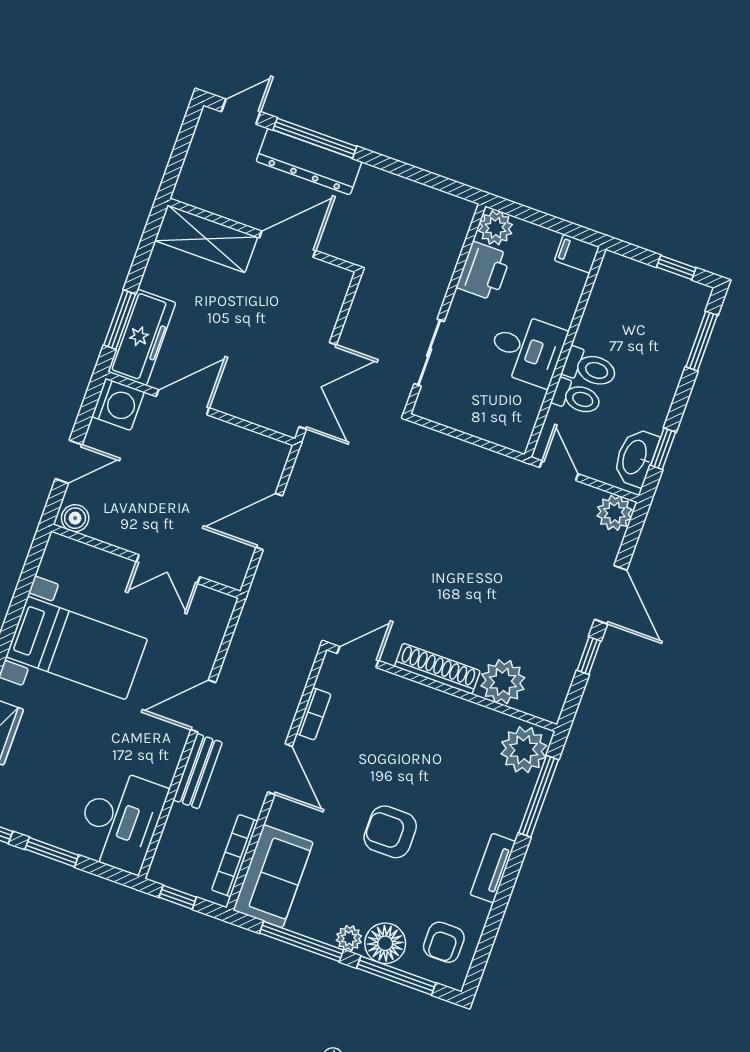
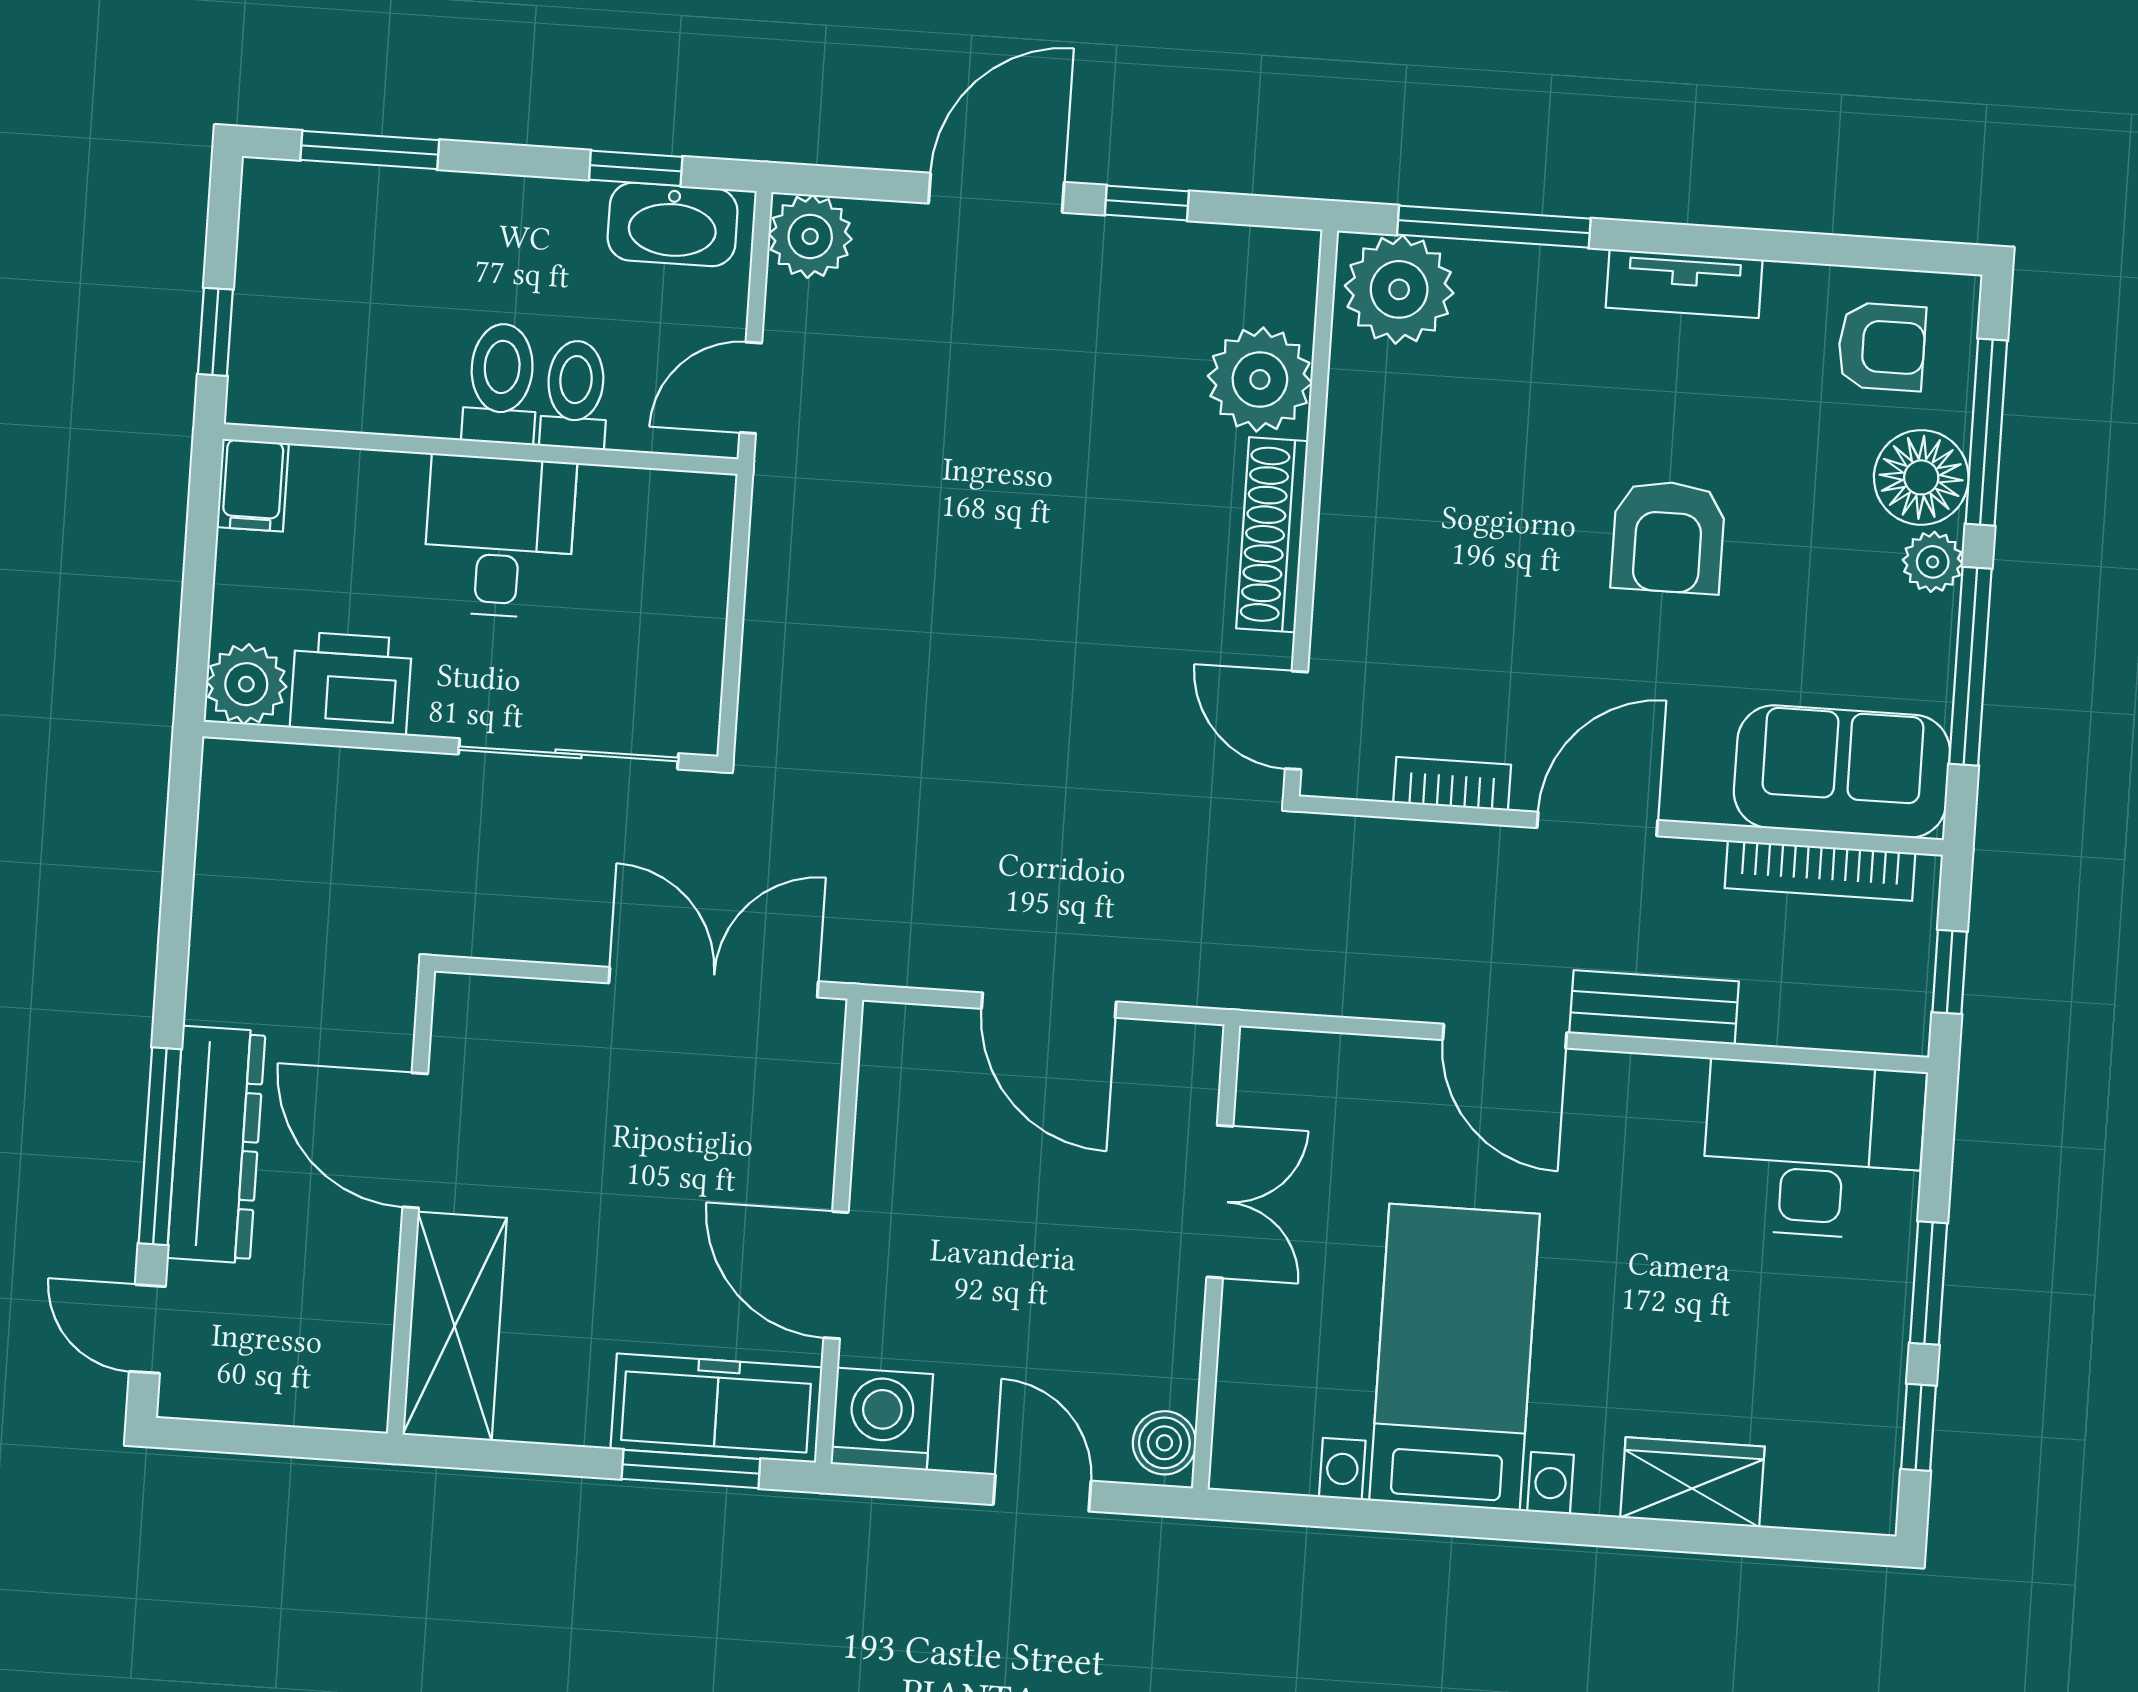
window: (676, 267) -> (215, 332), moved
sliding door: (429, 353) -> (568, 754), width x1.37

